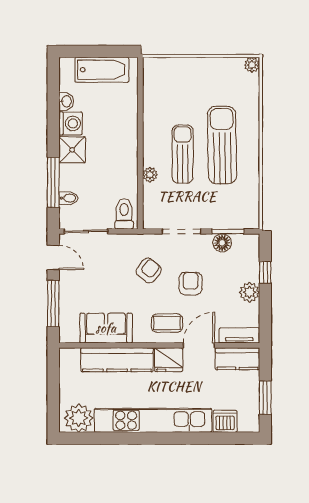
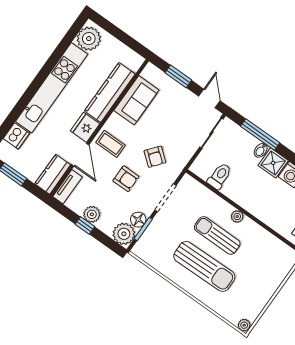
sun lounger: (183, 154) -> (217, 236), turned 180
plant: (150, 175) -> (237, 216), moved
bidet: (68, 198) -> (261, 150), moved
toilet: (124, 214) -> (220, 176), moved, turned -90
plant: (246, 247) -> (124, 234), added
door: (53, 257) -> (209, 98), swing flipped
window: (265, 272) -> (85, 225), moved
window: (53, 304) -> (178, 76), width x0.69
coffee table: (167, 323) -> (111, 144), turned 90

